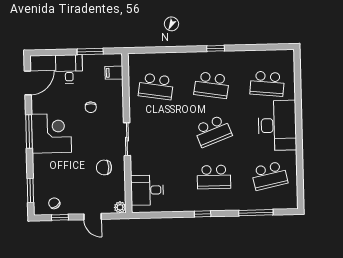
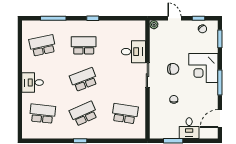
filing cabinet: (114, 73) -> (156, 125), removed
school desk: (212, 85) -> (84, 114), turned -33
desk: (277, 125) -> (33, 83), width x0.53, depth x0.77
corner desk: (51, 133) -> (203, 68), moved
chair: (104, 167) -> (173, 69), moved
desk: (147, 190) -> (133, 52), moved

